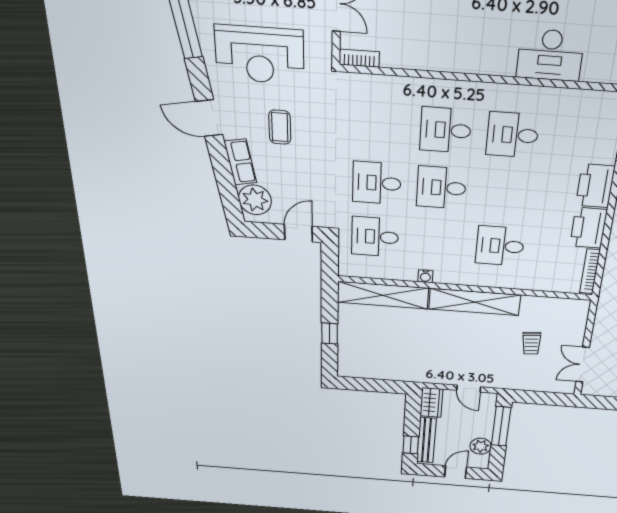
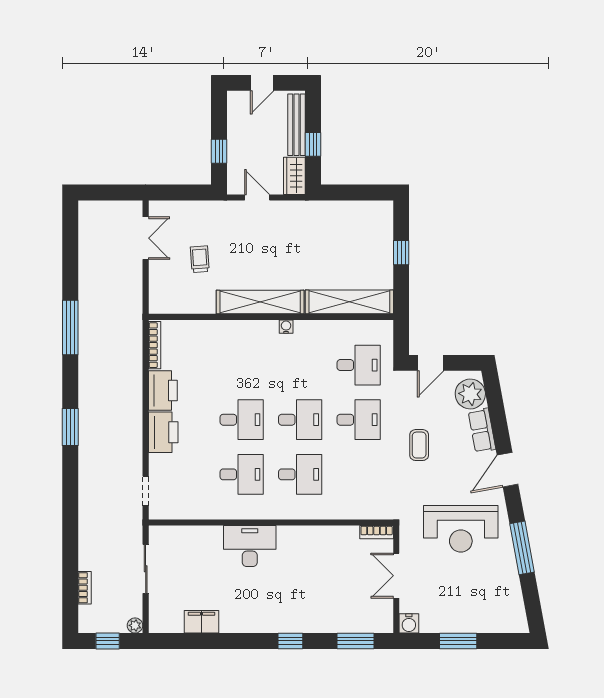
reception desk: (260, 55) -> (461, 529), turned 180
desk: (550, 55) -> (250, 546), moved
door: (209, 118) -> (508, 470), swing flipped
coffee table: (280, 127) -> (419, 445), moved
desk: (500, 246) -> (242, 420), moved
water cooler: (425, 276) -> (286, 327), moved
window: (501, 426) -> (219, 151), width x0.46
window: (411, 445) -> (313, 144), moved
plant: (481, 446) -> (238, 122), removed

